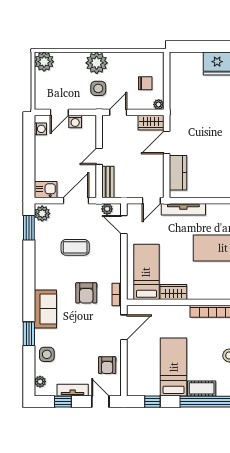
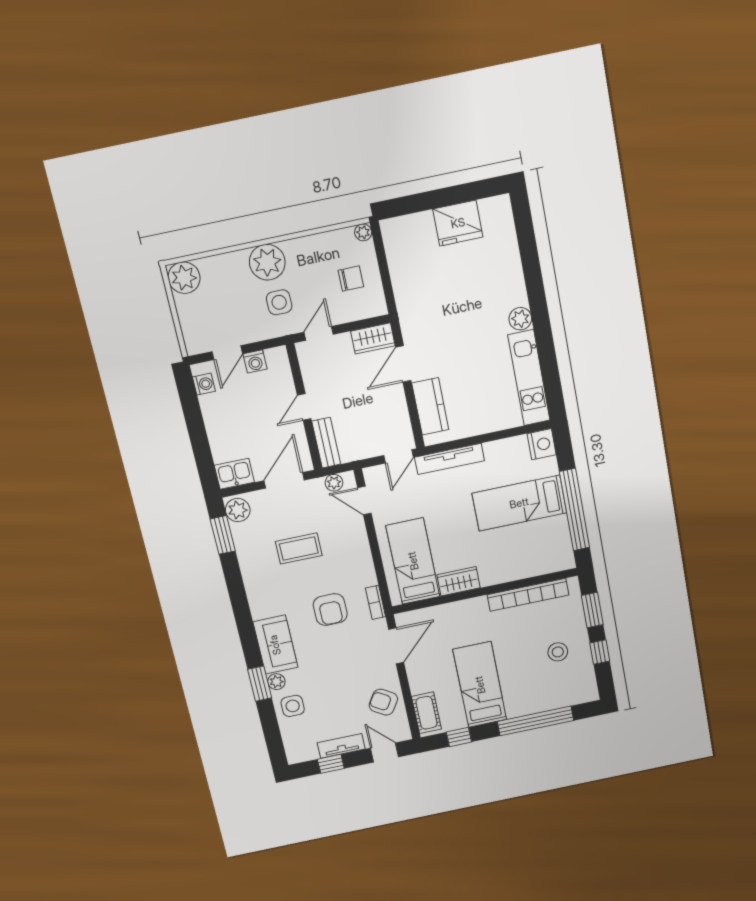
plant: (159, 104) -> (363, 232), moved
armchair: (107, 365) -> (383, 702), turned 122
plant: (40, 382) -> (276, 682), moved
cot: (202, 388) -> (426, 713), moved, turned 90

